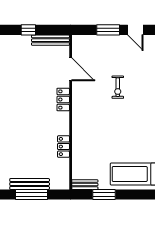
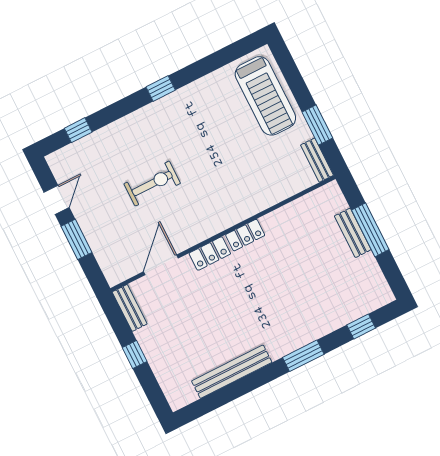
bench: (50, 40) -> (130, 308), width x0.73
exercise bike: (118, 87) -> (152, 184), width x1.38, depth x1.39
locker: (64, 147) -> (245, 235), moved
bench: (30, 184) -> (353, 233), width x0.73

